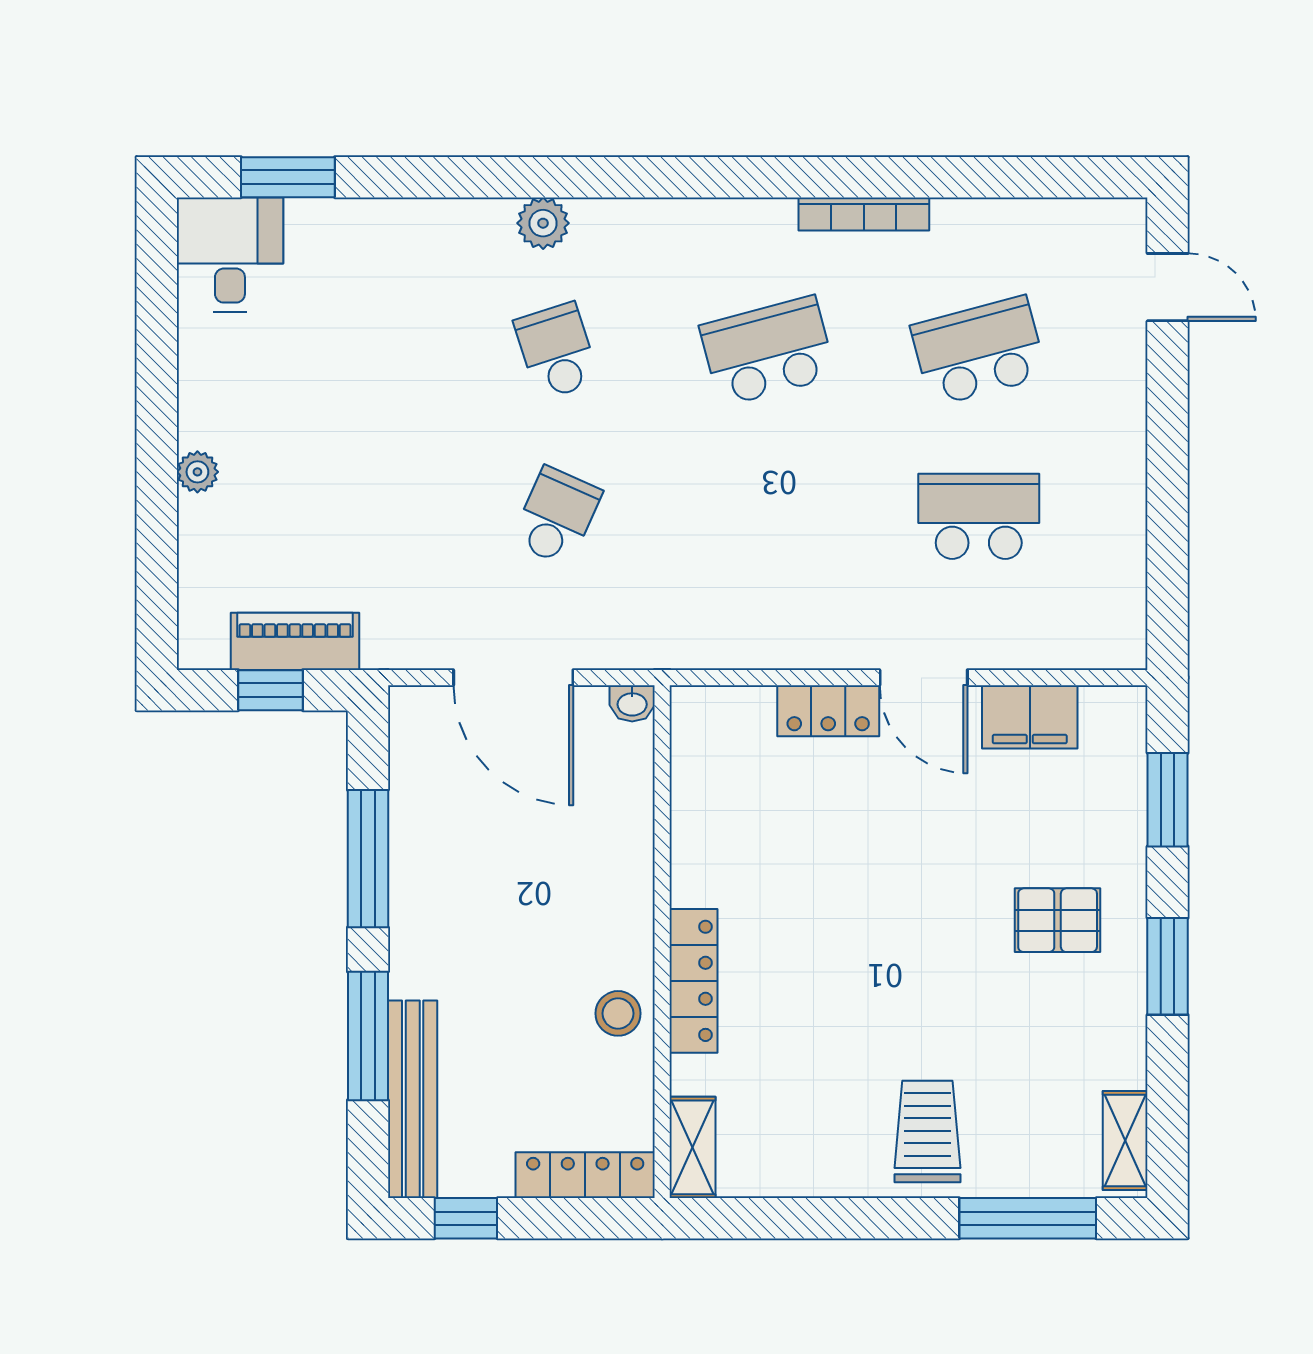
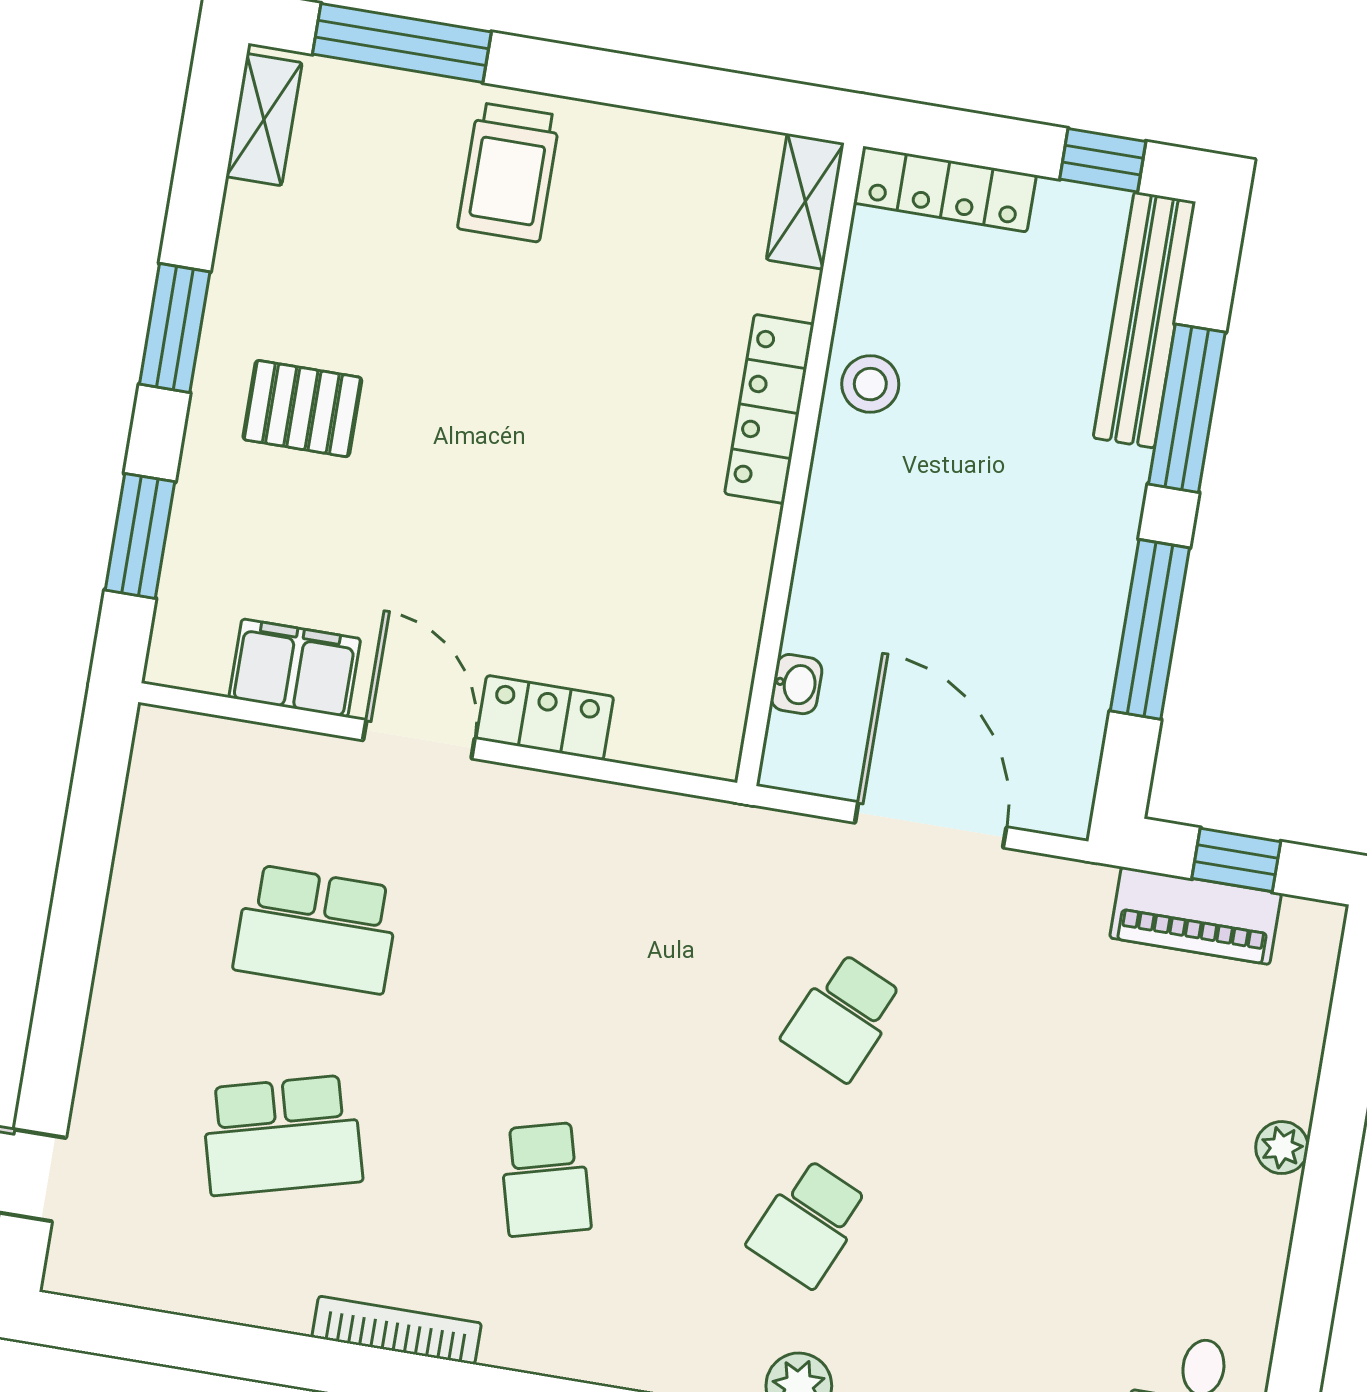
school desk: (557, 351) -> (809, 1223), turned 42
school desk: (768, 351) -> (545, 1179), width x0.54
washbasin: (632, 703) -> (796, 684), moved, turned 90

